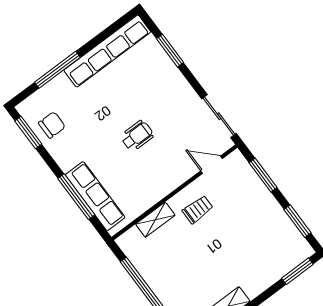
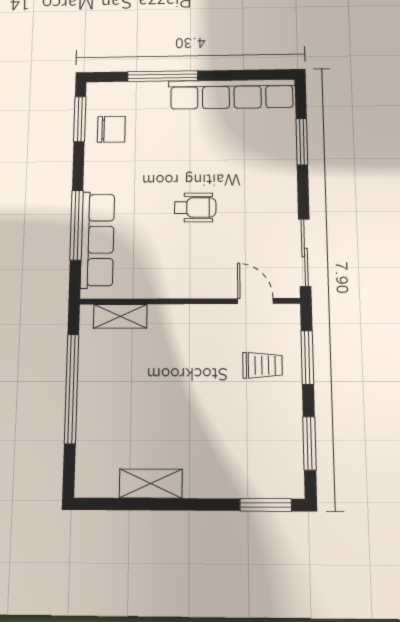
trolley: (198, 209) -> (263, 365), moved
shelving: (155, 220) -> (120, 316), moved

